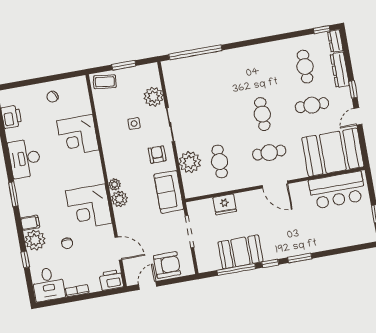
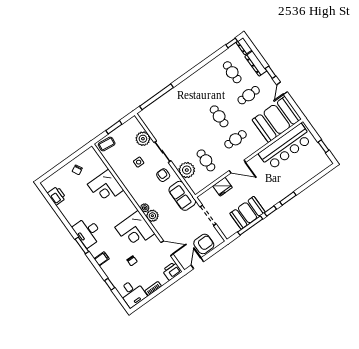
desk: (25, 158) -> (88, 232), moved
door: (275, 184) -> (237, 167), moved
bar counter: (337, 190) -> (286, 147), width x1.36
plant: (35, 240) -> (110, 269), removed

